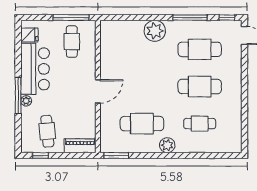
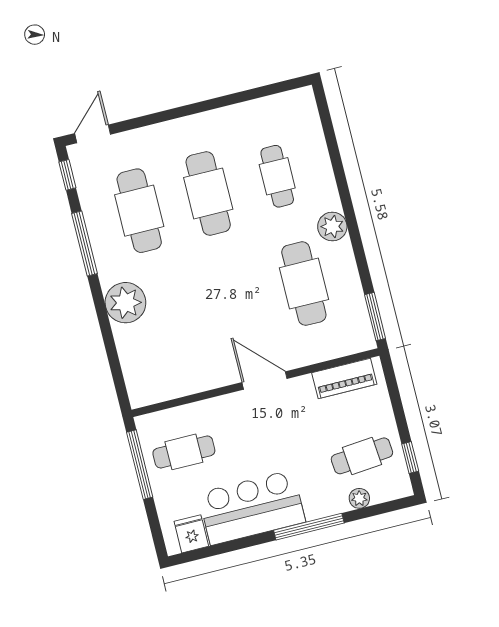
plant: (26, 101) -> (359, 498), moved
piano: (80, 146) -> (344, 378), moved, turned -90

